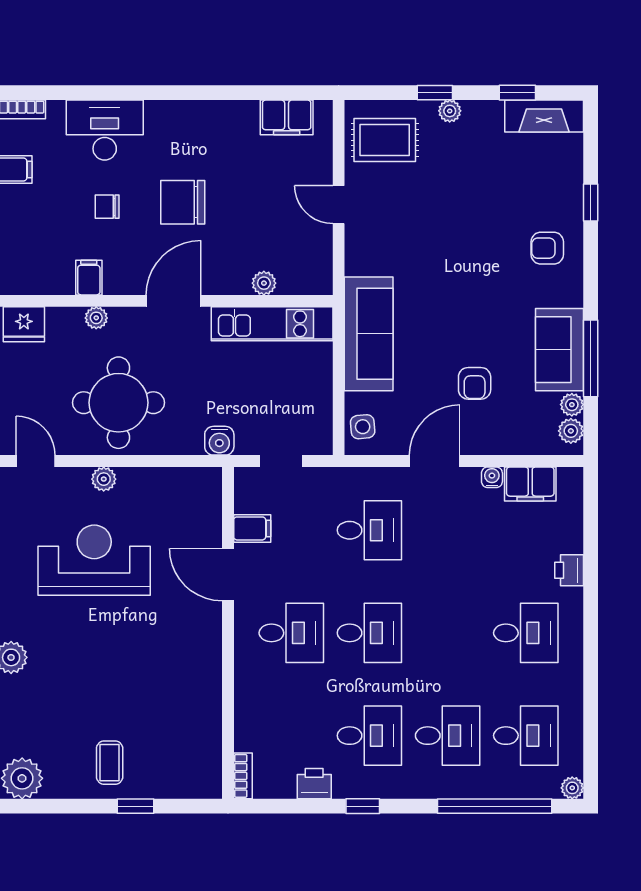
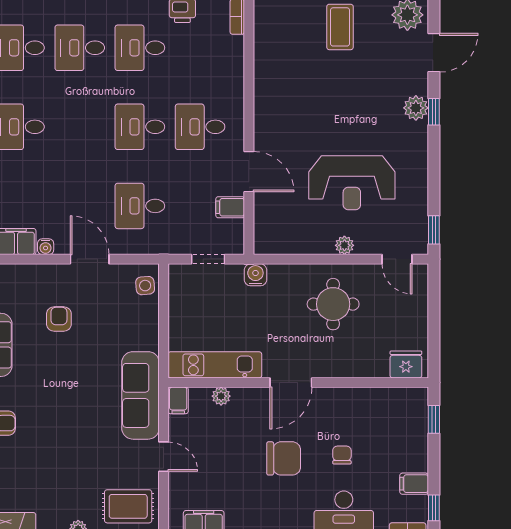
chair: (107, 207) -> (342, 455), turned -90
filing cabinet: (89, 278) -> (178, 400), moved
plant: (96, 318) -> (350, 369), removed
sofa: (369, 334) -> (140, 395), moved
round table: (118, 403) -> (333, 304), width x0.73, depth x0.73
door: (435, 461) -> (90, 259), swing flipped
coffee table: (110, 763) -> (340, 27), width x1.36, depth x1.30

